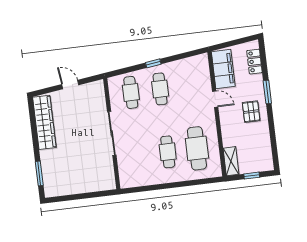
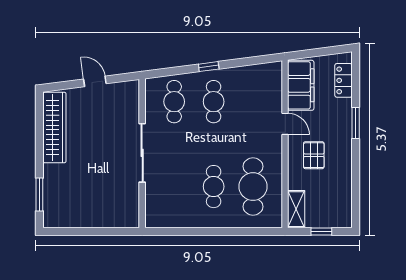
pallet: (251, 112) -> (314, 155), moved

